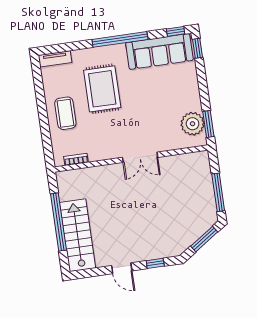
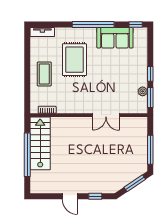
window: (197, 48) -> (150, 74), moved
sofa: (159, 51) -> (115, 38), width x0.73
plant: (193, 124) -> (143, 91), width x0.53, depth x0.53
double door: (140, 157) -> (106, 115), moved
stairs: (78, 235) -> (40, 143), moved

